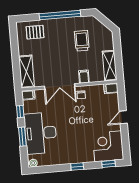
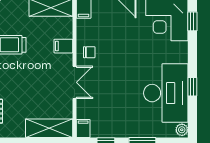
double door: (60, 86) -> (74, 82), width x0.73
desk: (40, 133) -> (166, 93), moved, turned -90
window: (77, 167) -> (192, 87), moved

